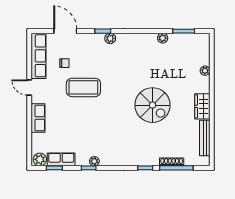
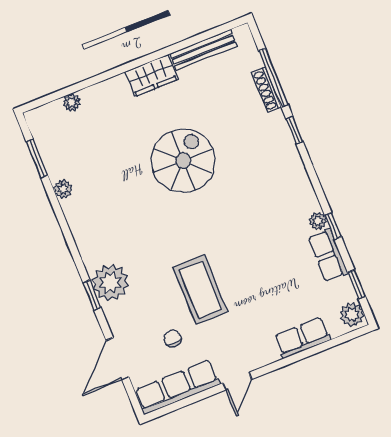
plant: (110, 38) -> (110, 282), width x1.88, depth x1.88
plant: (205, 71) -> (72, 102), moved
row of seats: (38, 118) -> (303, 338), moved
row of seats: (61, 159) -> (328, 255), moved

